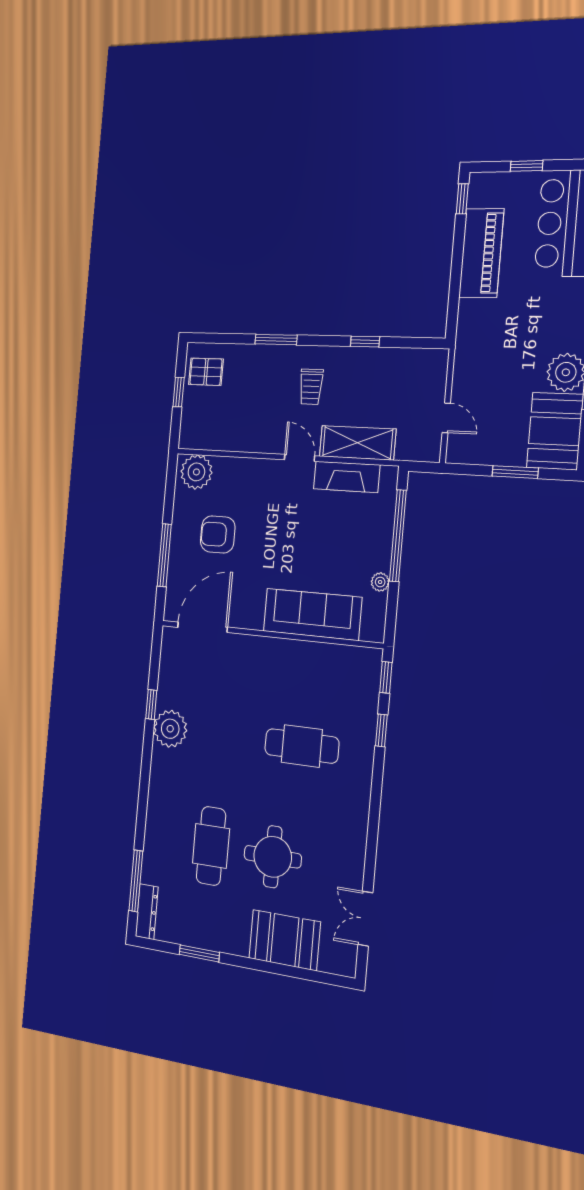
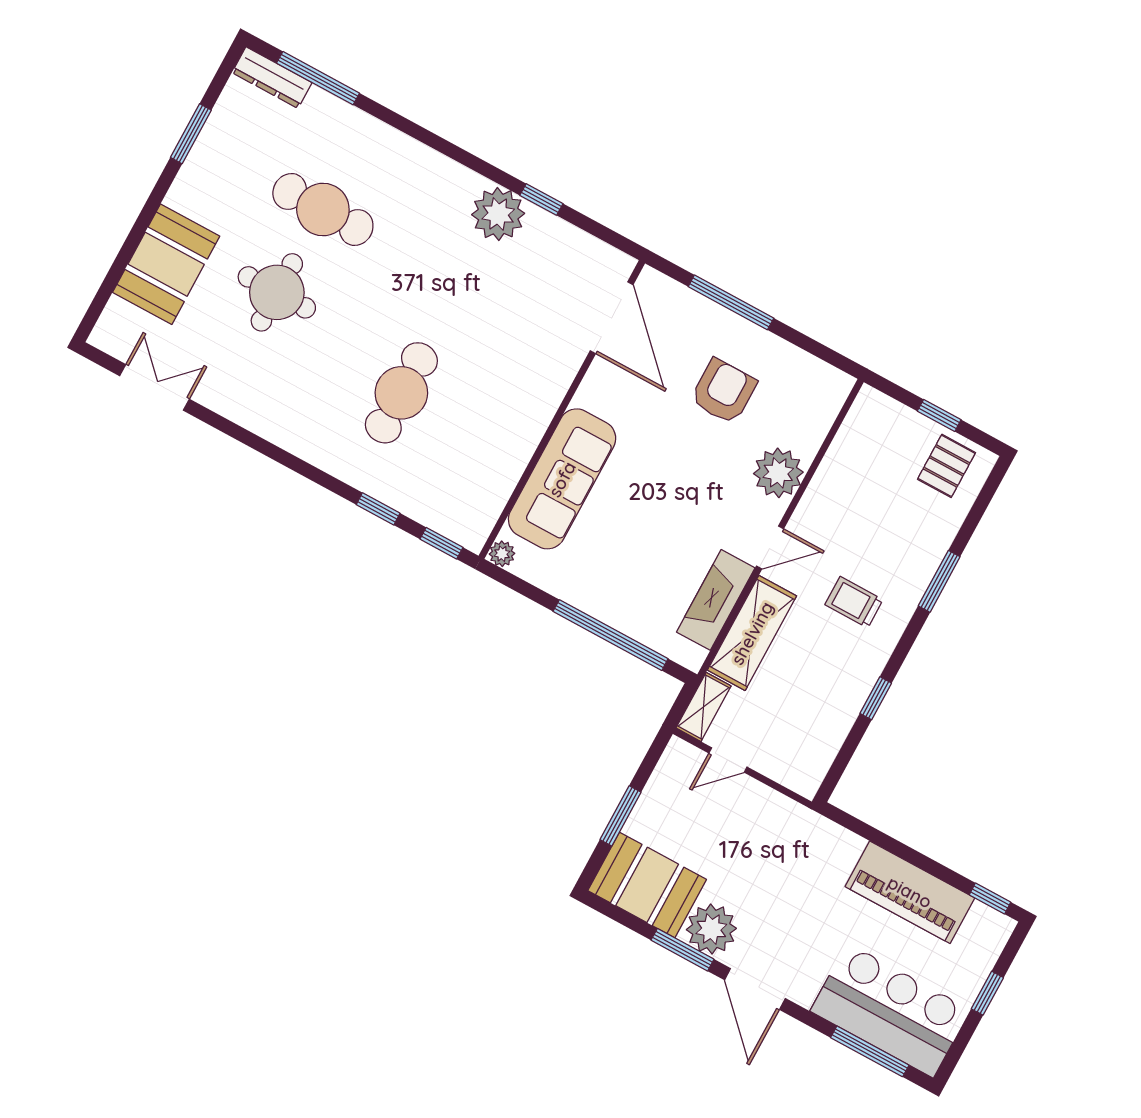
shelving: (418, 451) -> (703, 707), added
plant: (196, 472) -> (778, 473), moved
plant: (380, 582) -> (502, 554), moved

